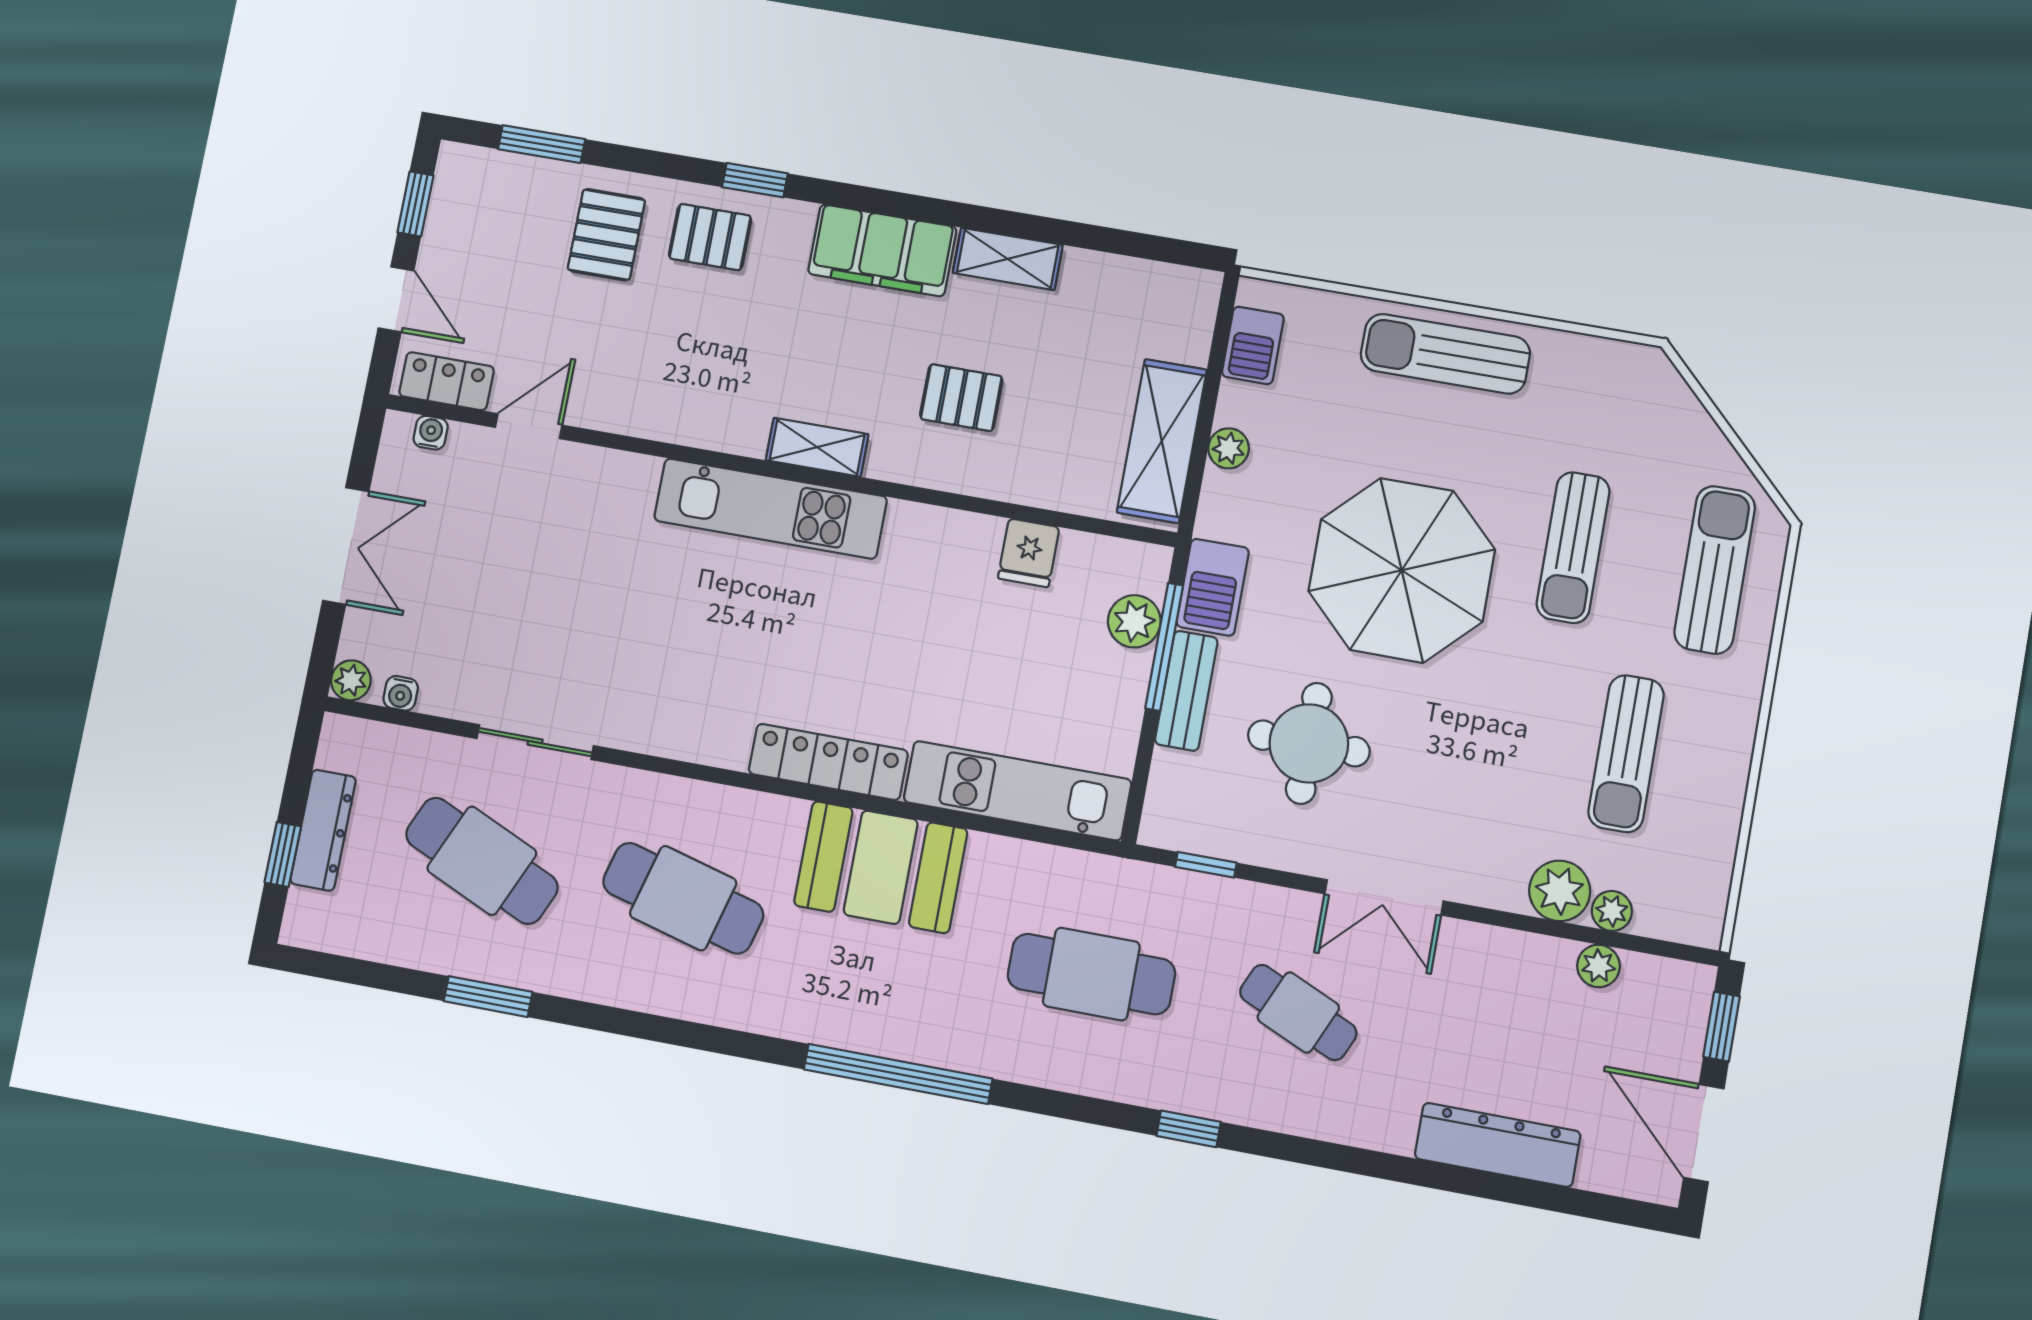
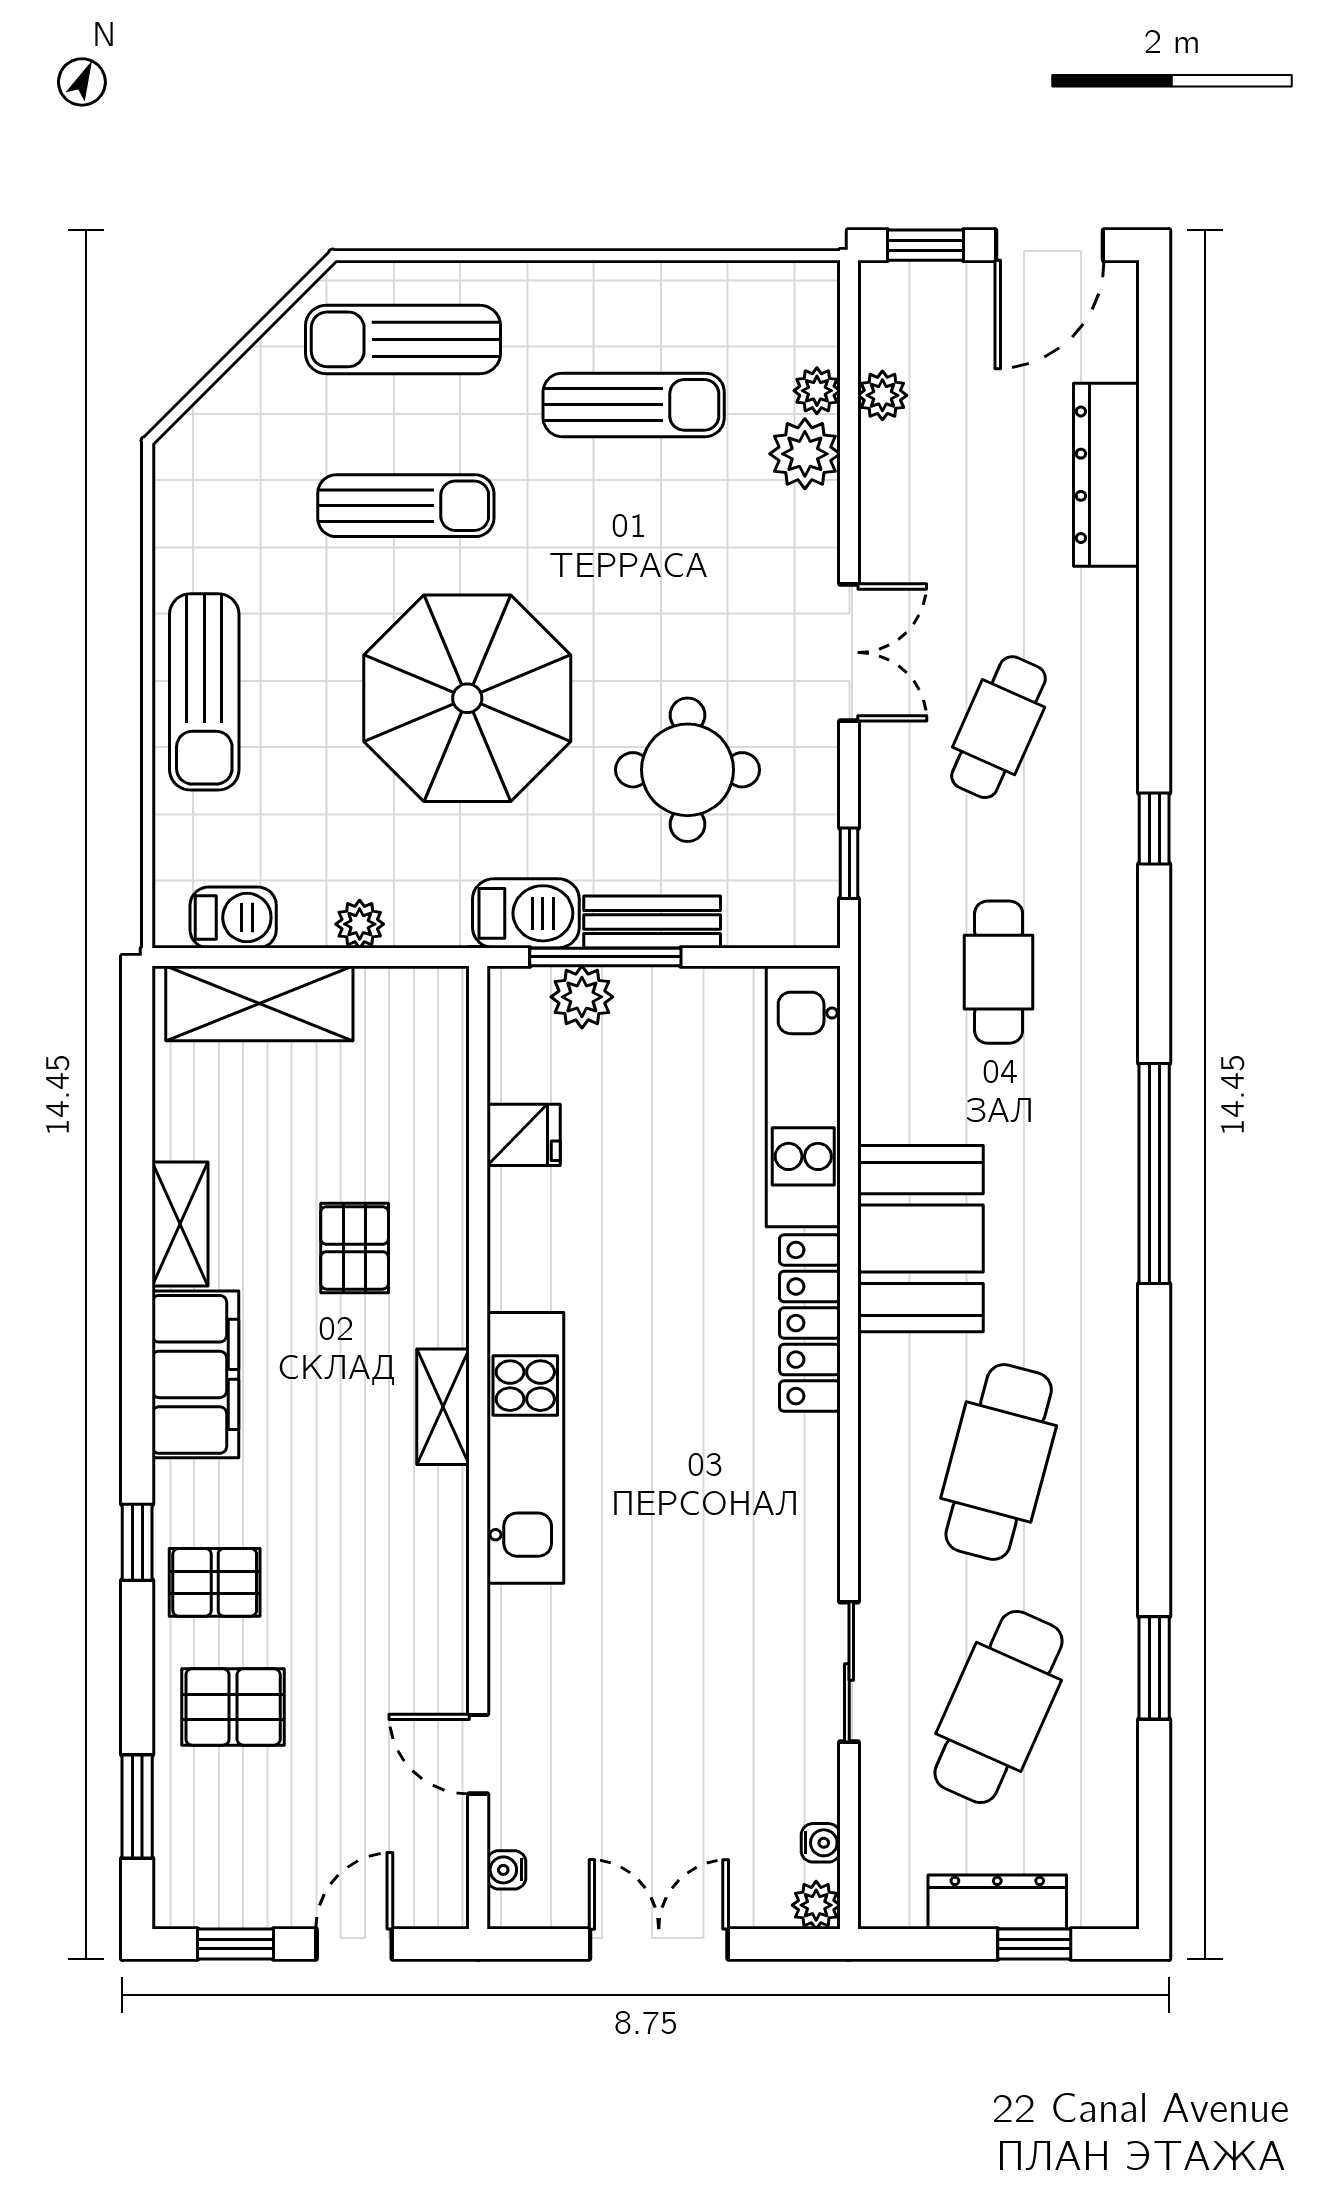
pallet: (710, 237) -> (215, 1582), turned 90
locker: (447, 381) -> (442, 1863), removed
shelving: (1162, 441) -> (259, 1003), moved
cafe table: (1091, 974) -> (999, 972), width x0.73, depth x0.74

